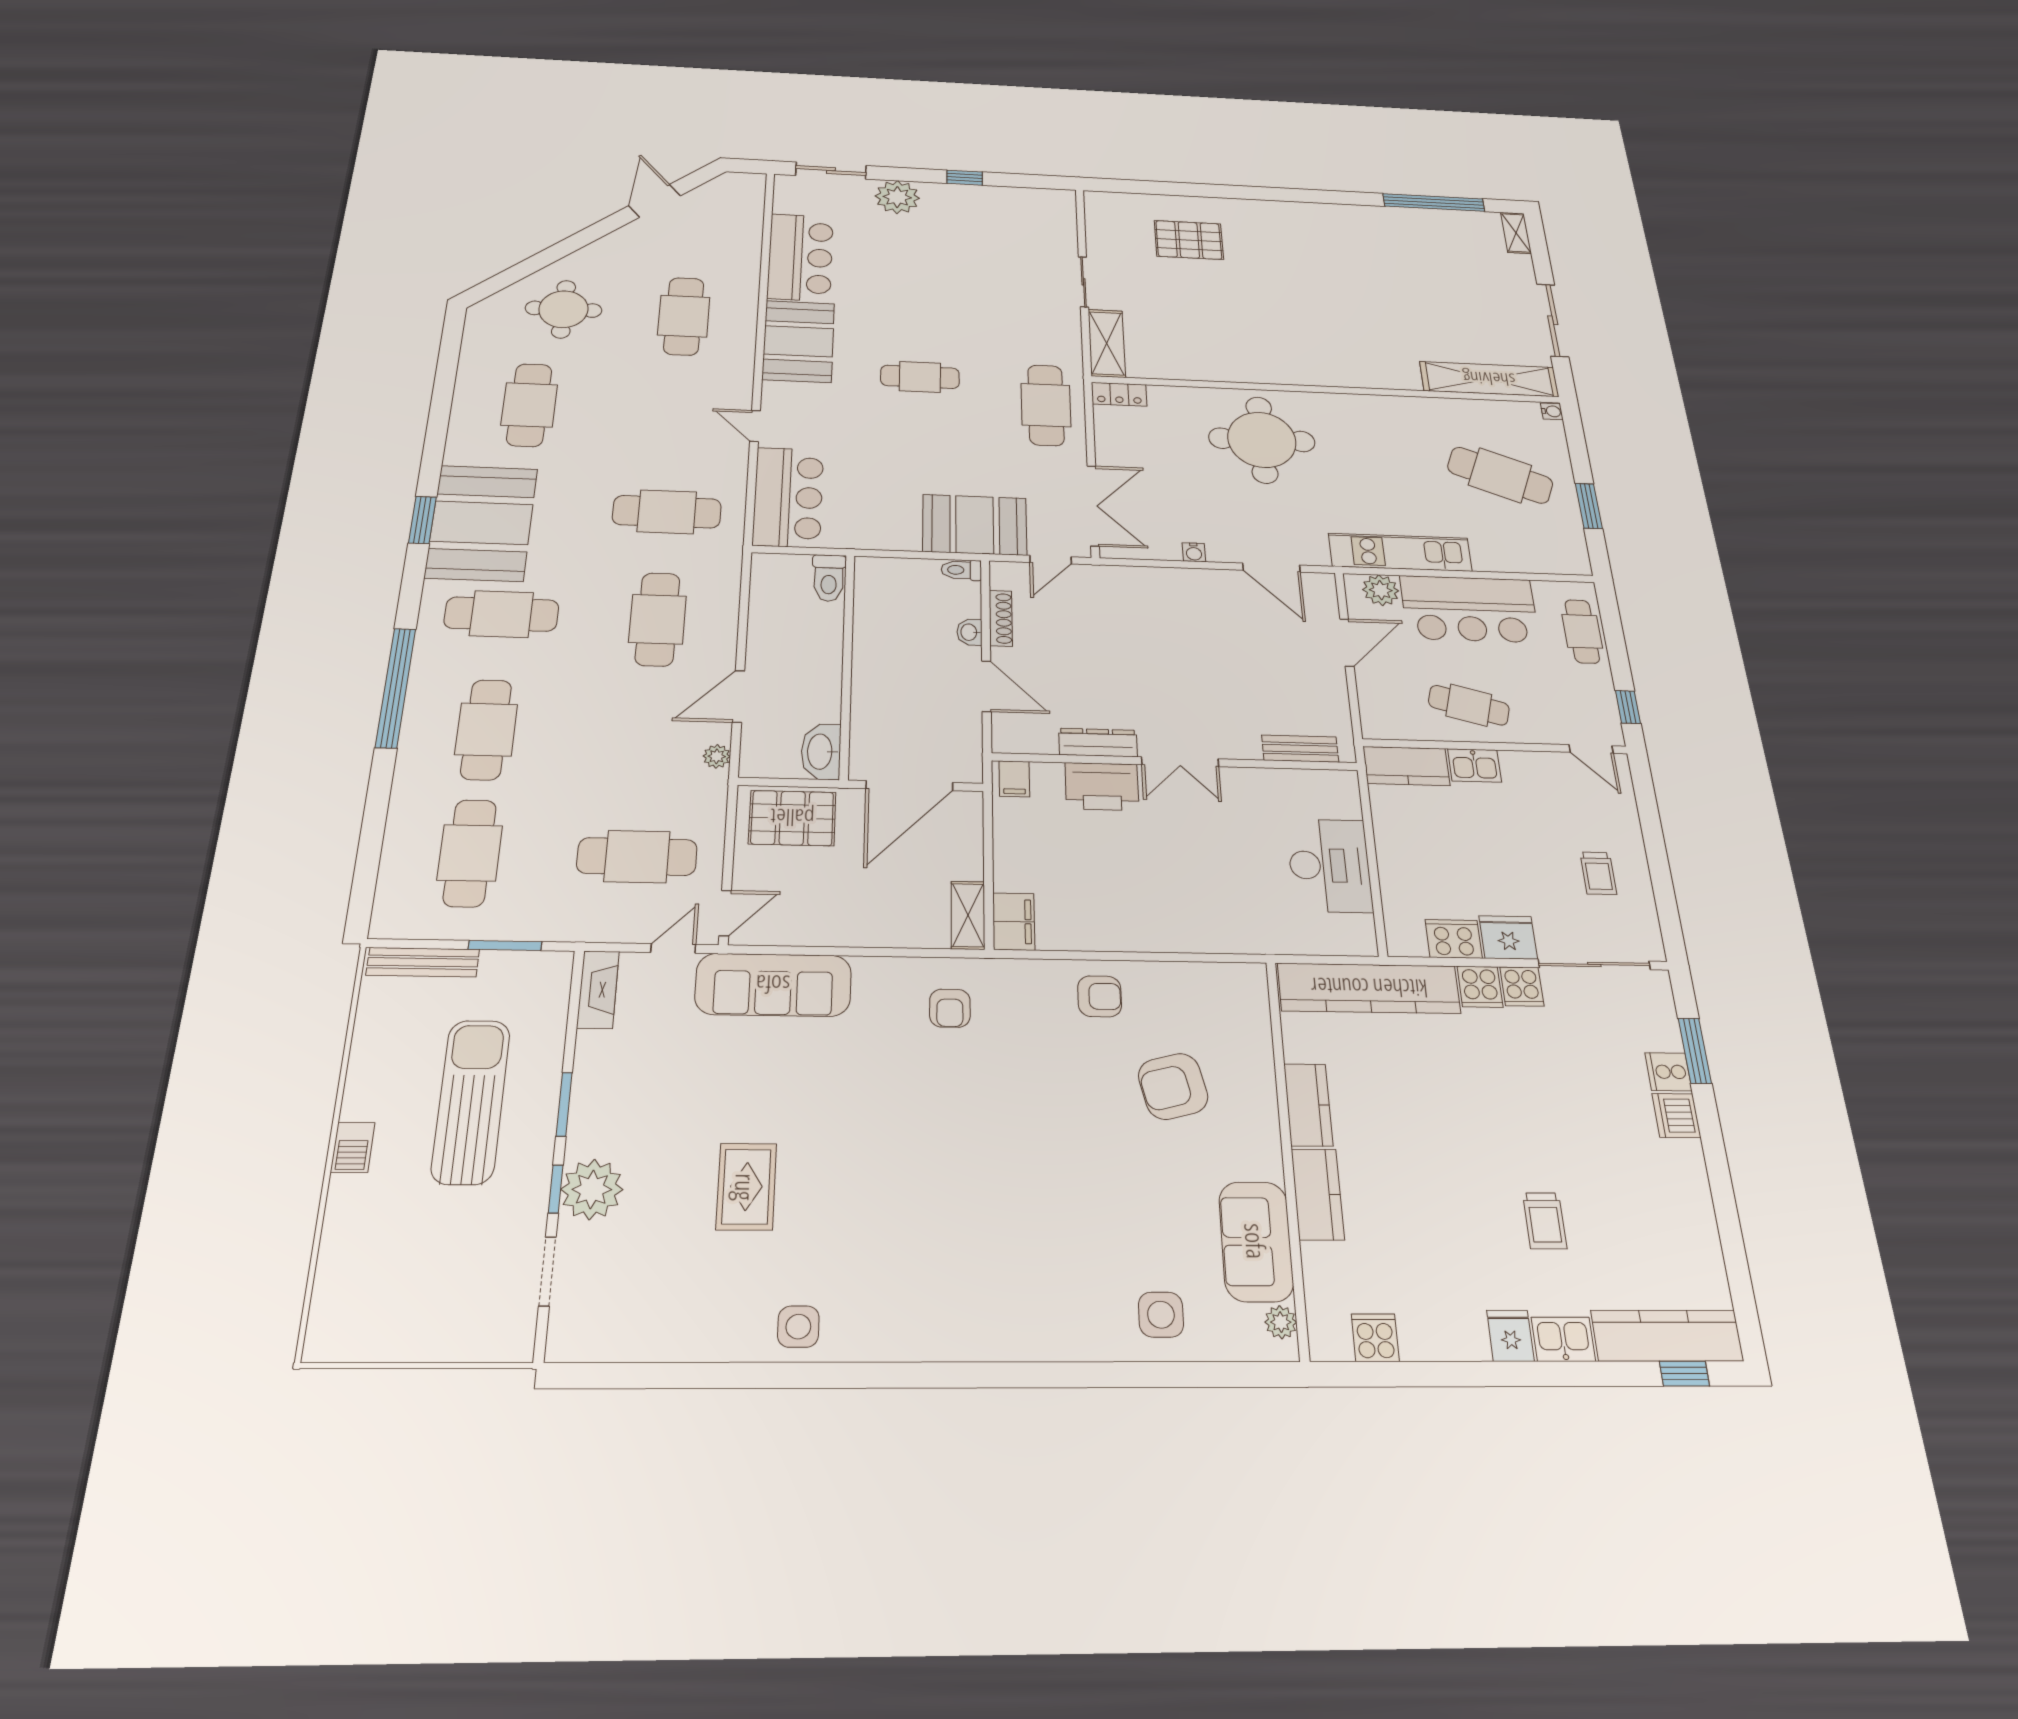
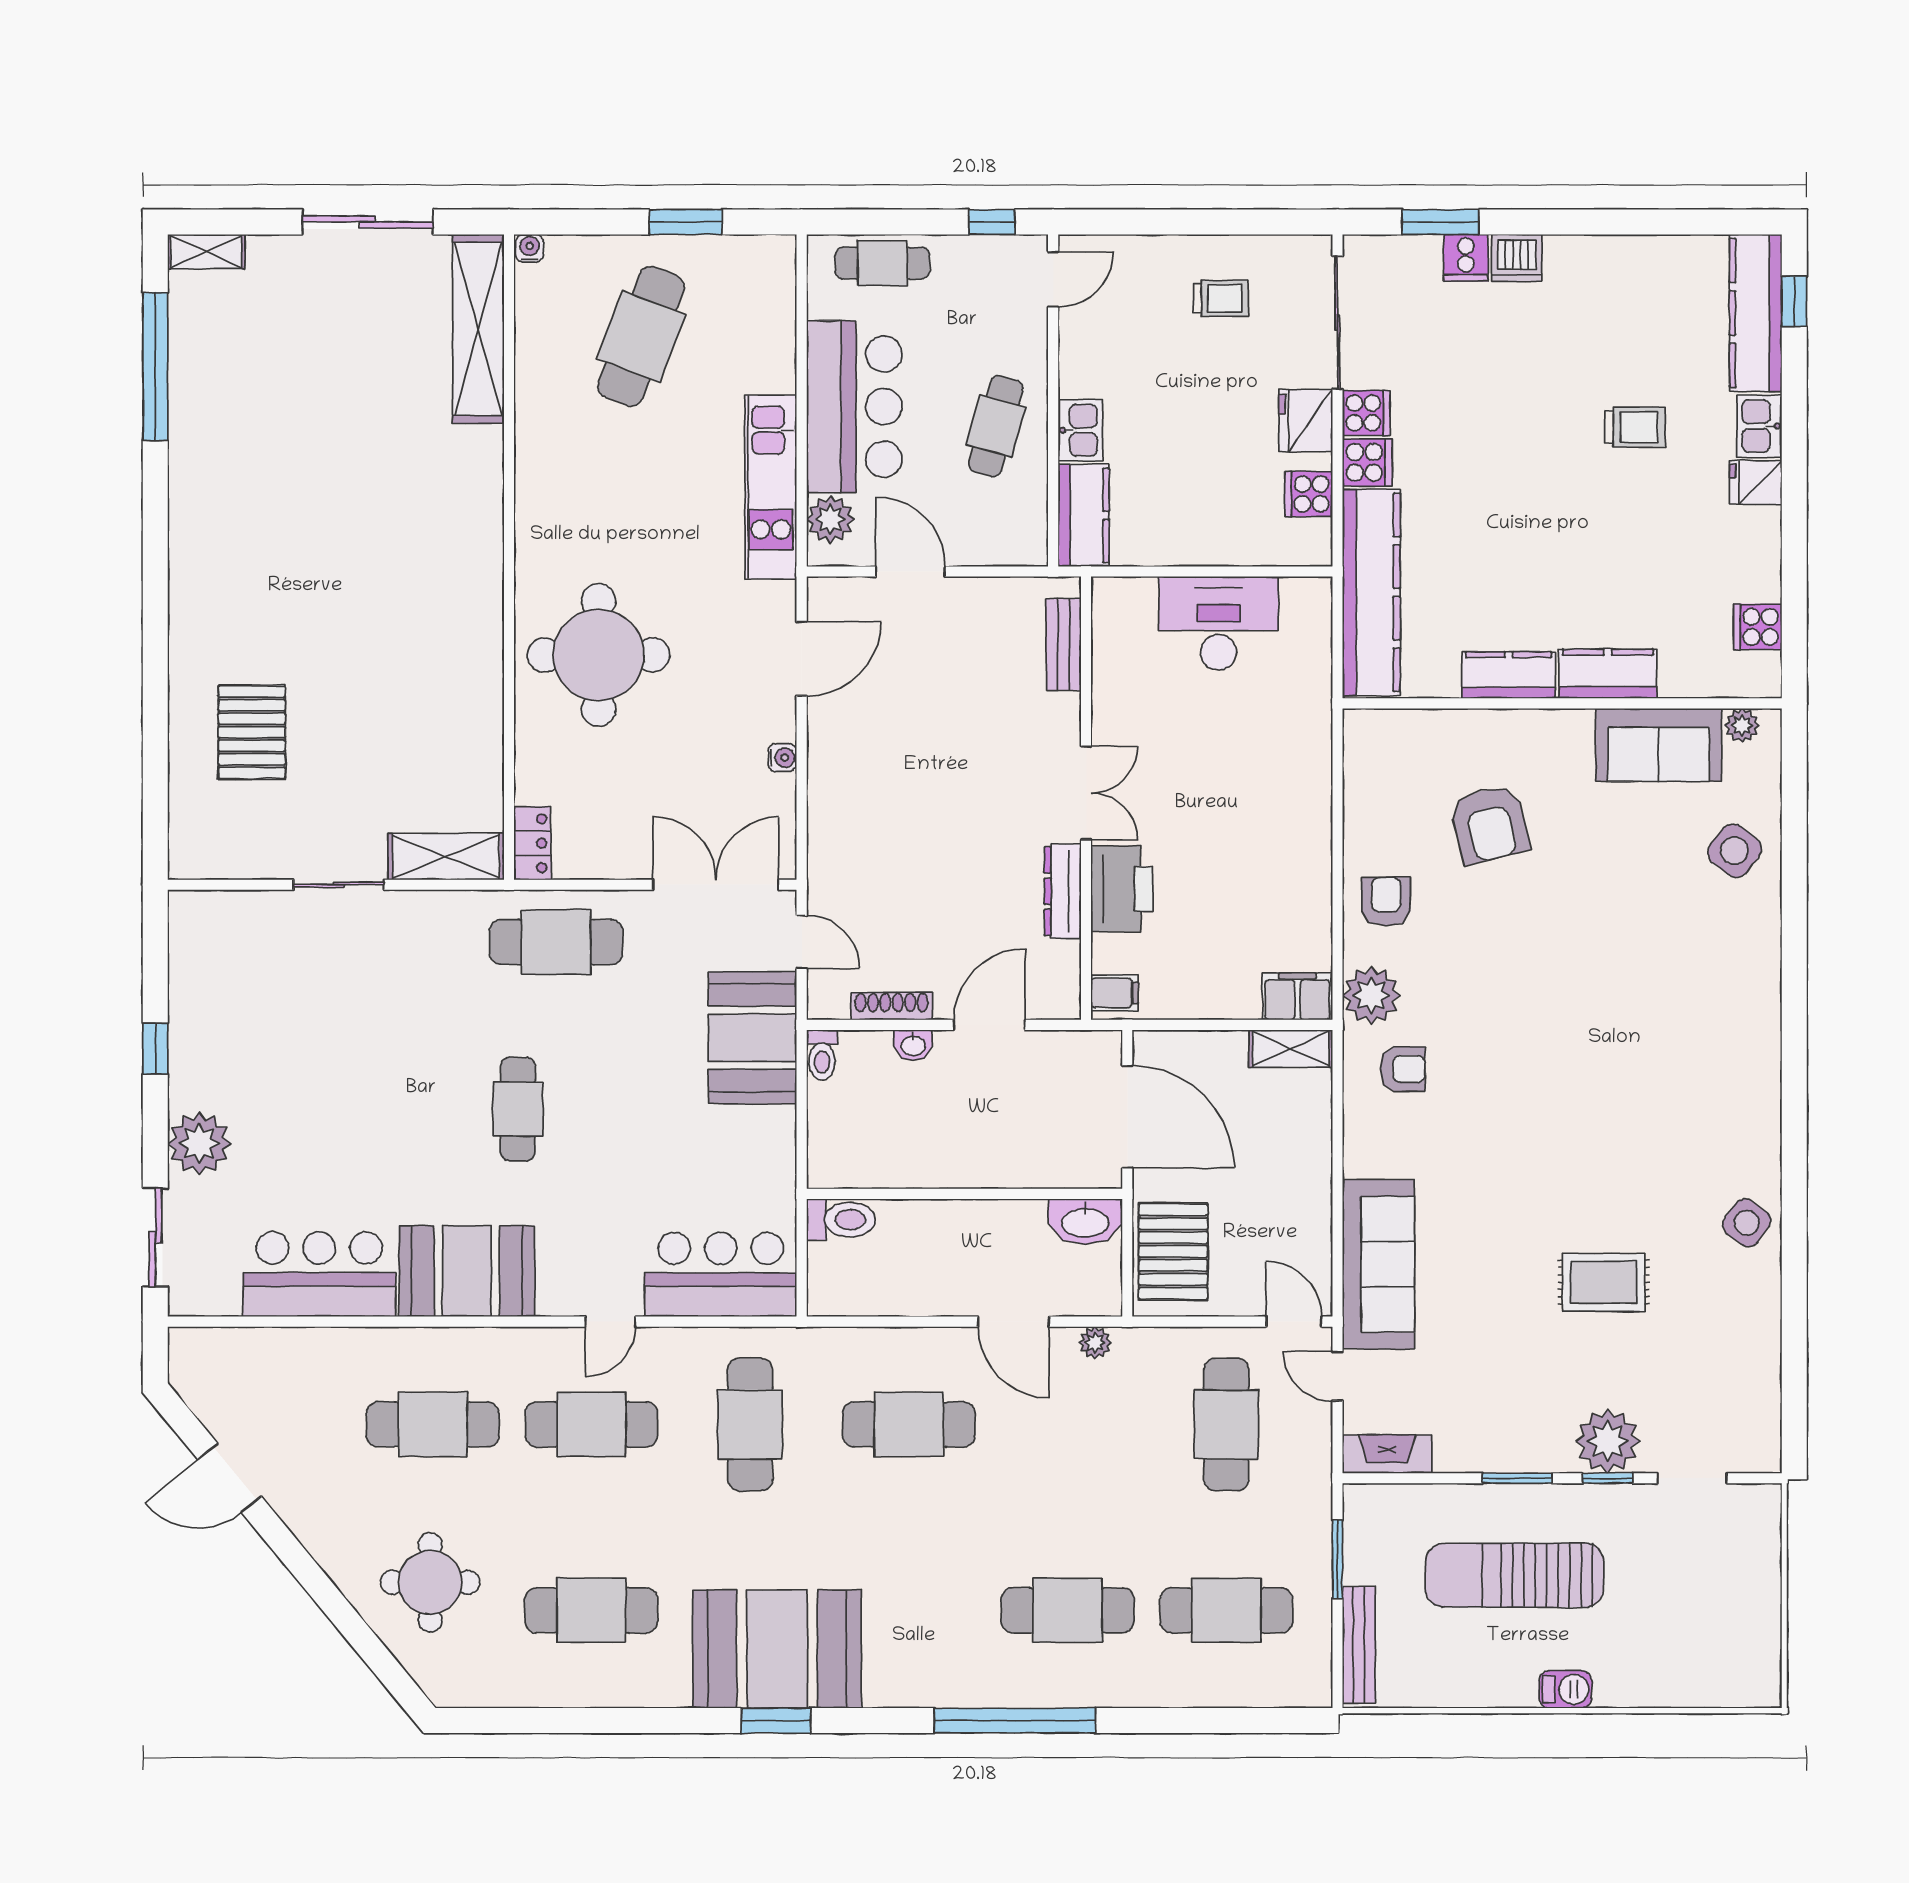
cafe table: (501, 614) -> (591, 1424), moved, turned 90
cooker: (1454, 939) -> (1309, 494), width x0.73
plant: (1016, 983) -> (1371, 995), added
side table: (1161, 1315) -> (1734, 851), turned 38
side table: (798, 1327) -> (1747, 1223), turned 37

